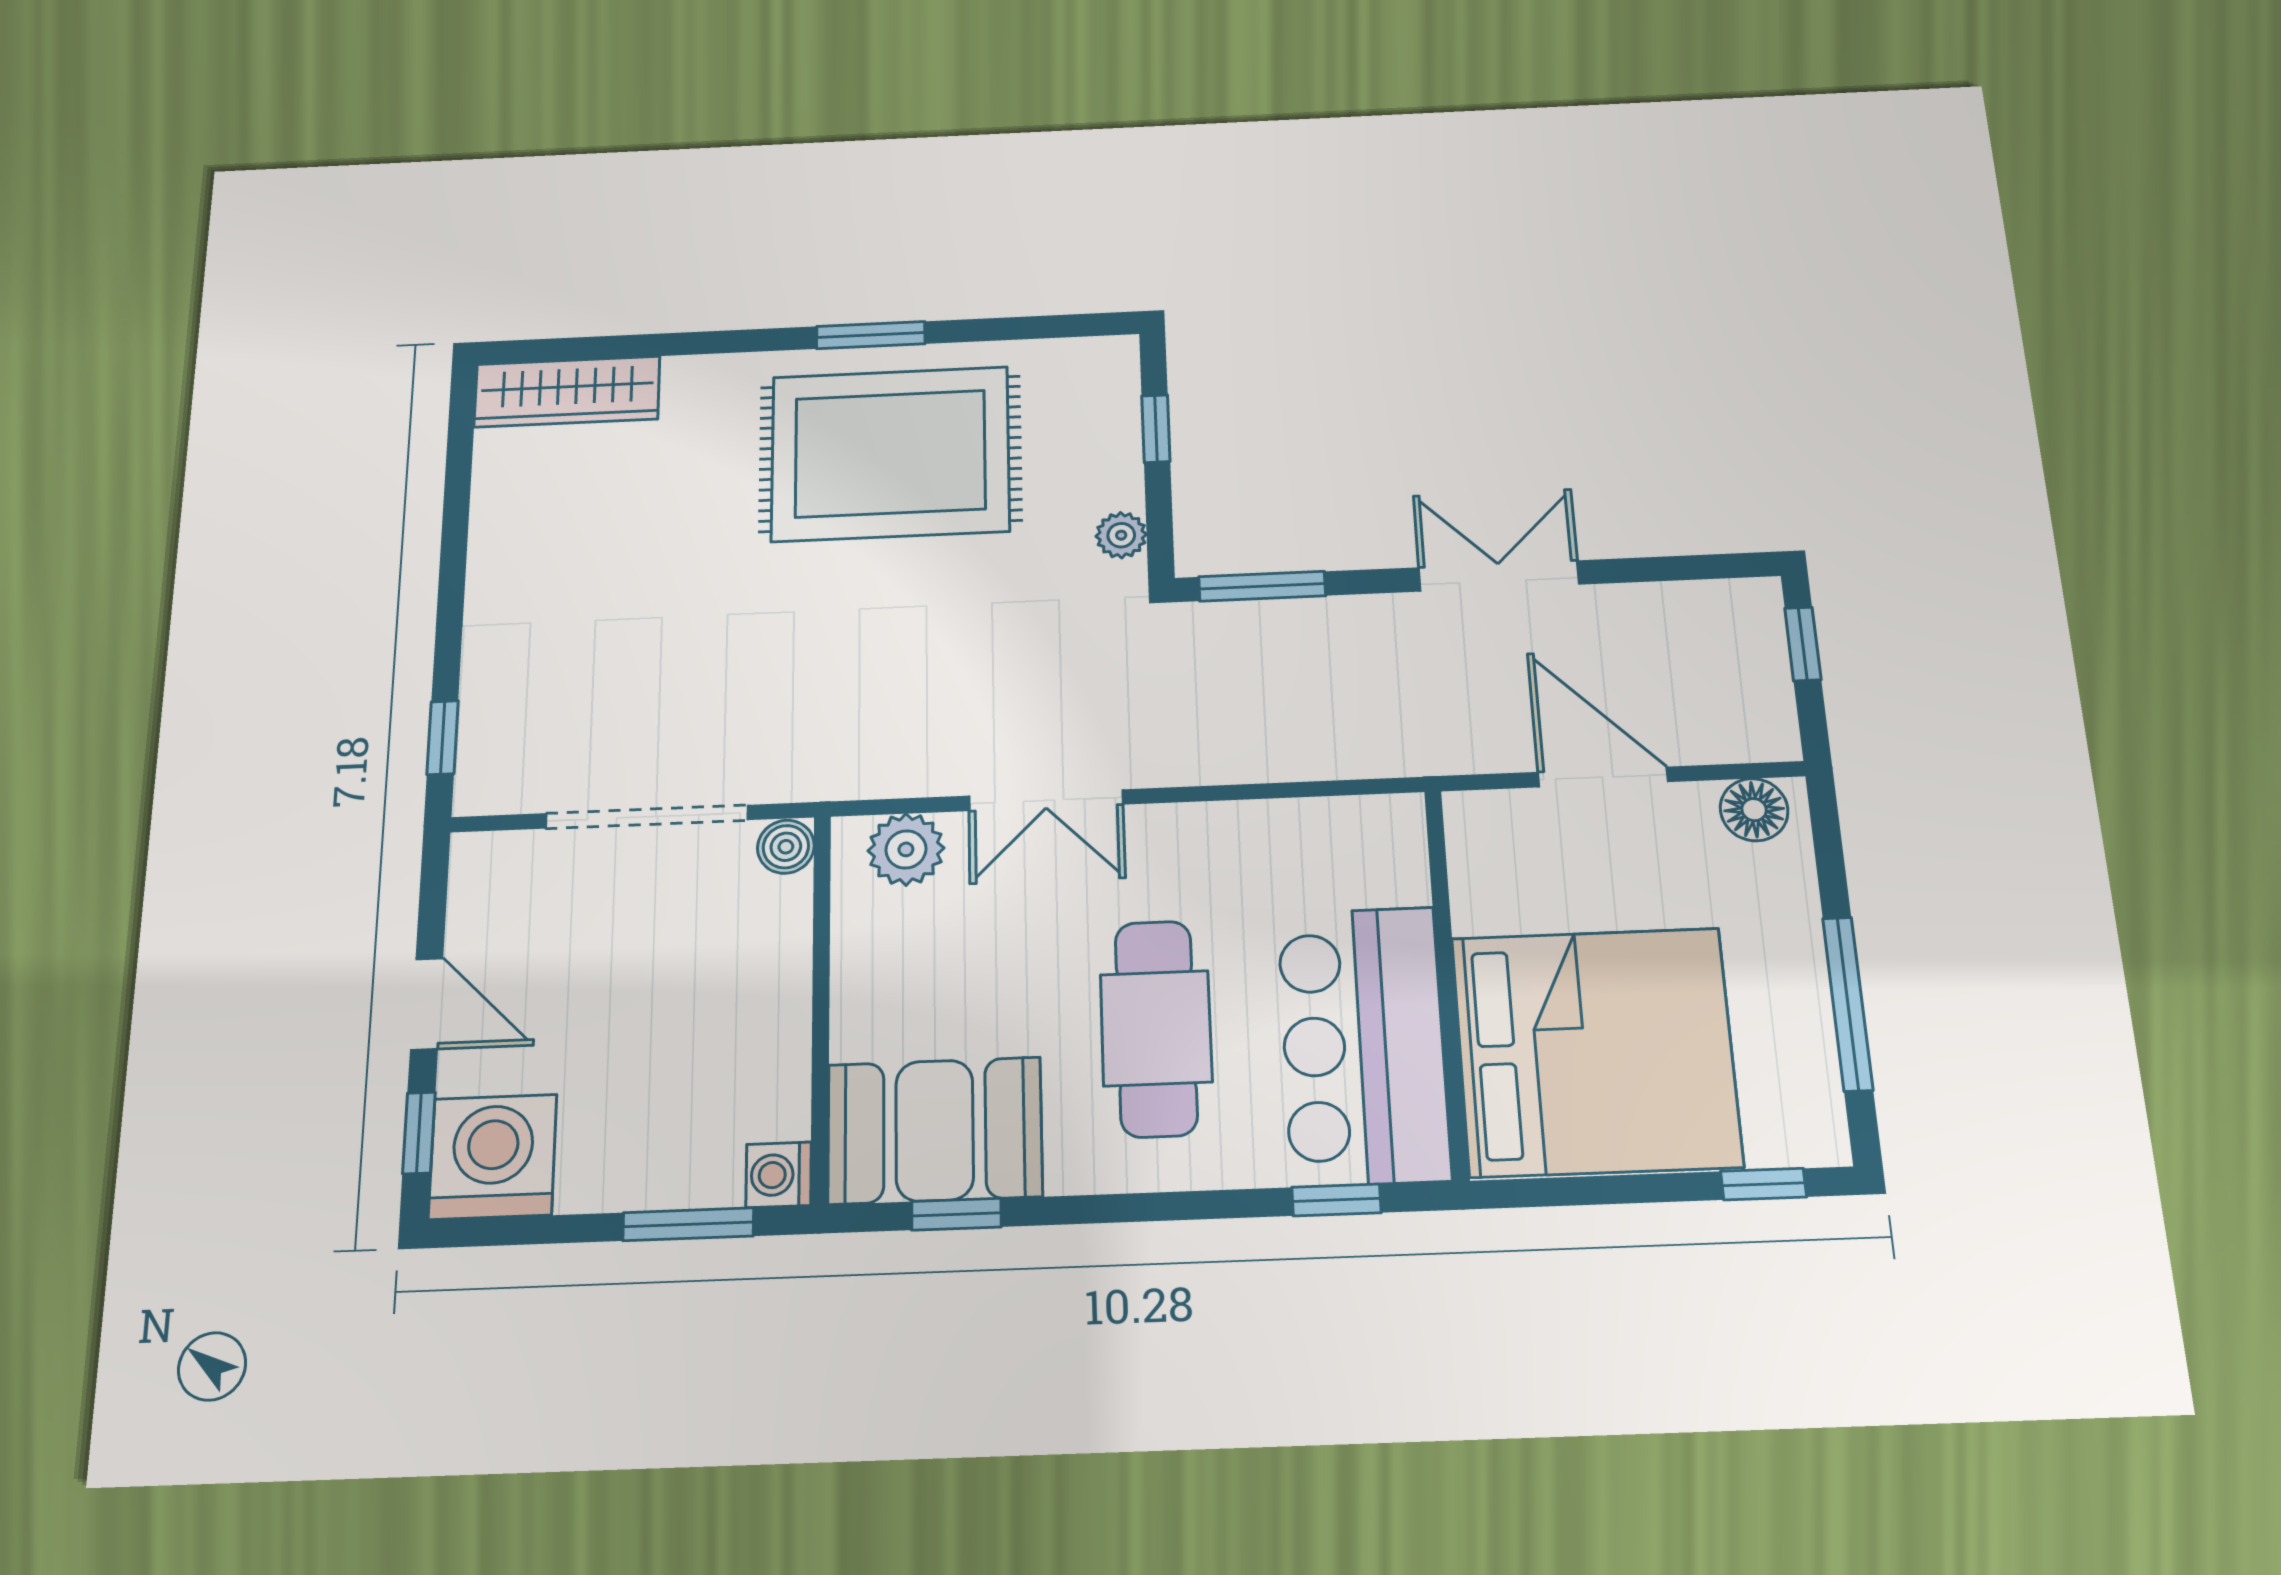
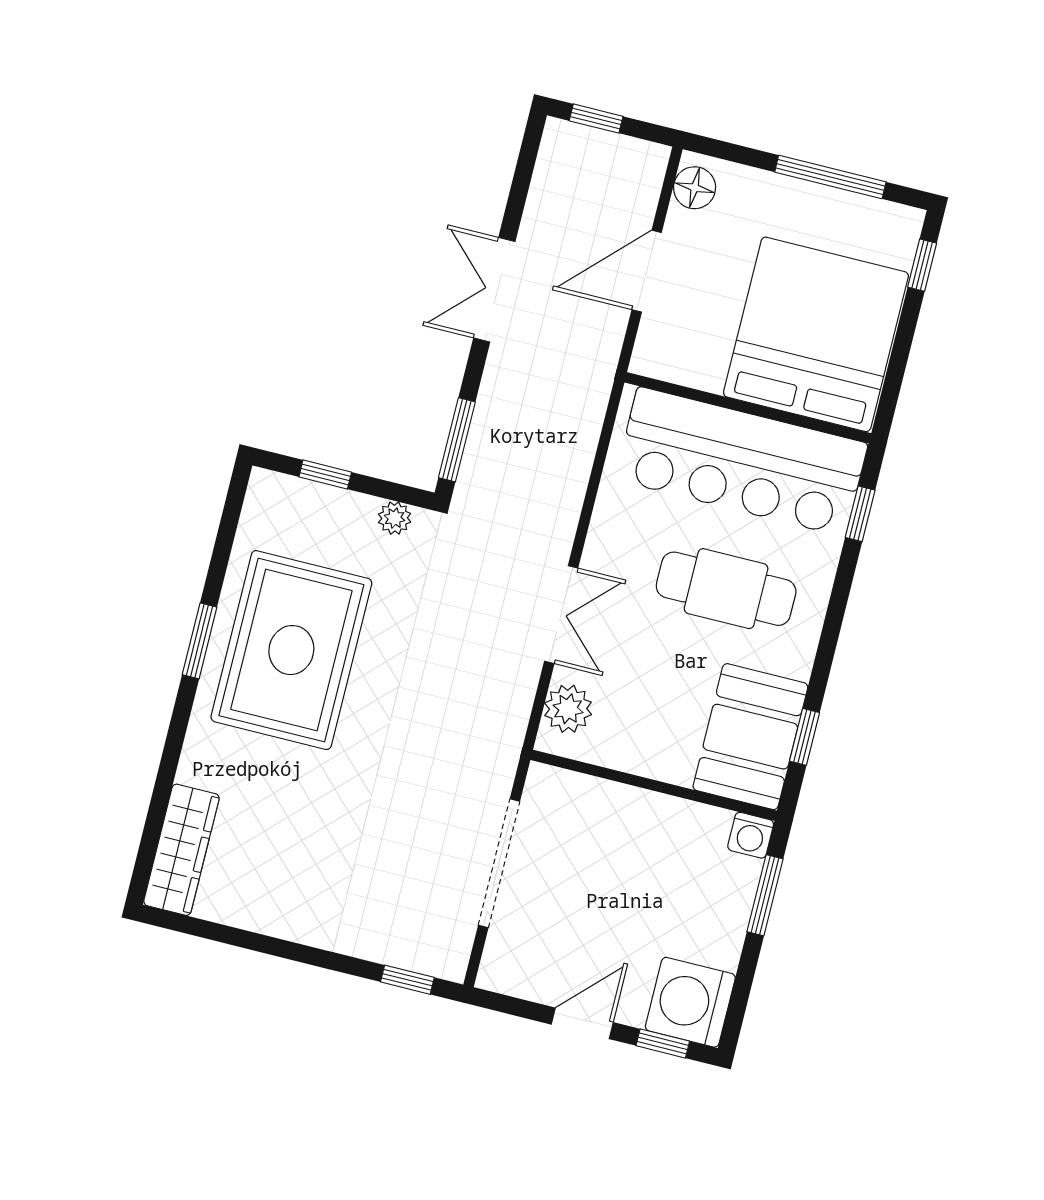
boiler: (786, 847) -> (544, 782), removed
bar counter: (1363, 1045) -> (741, 462), width x1.36

